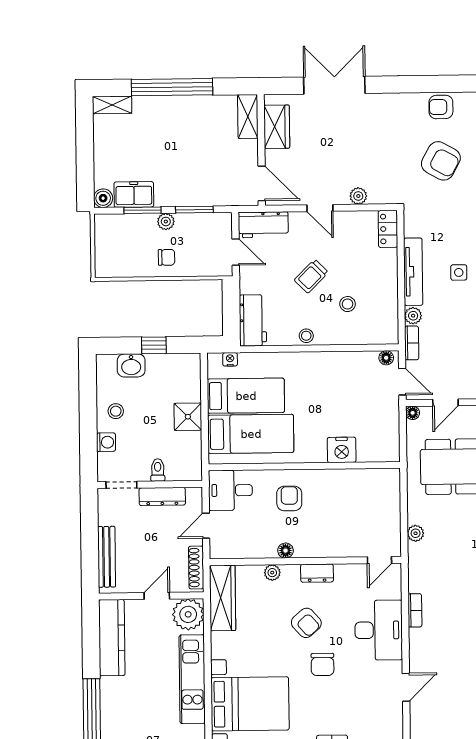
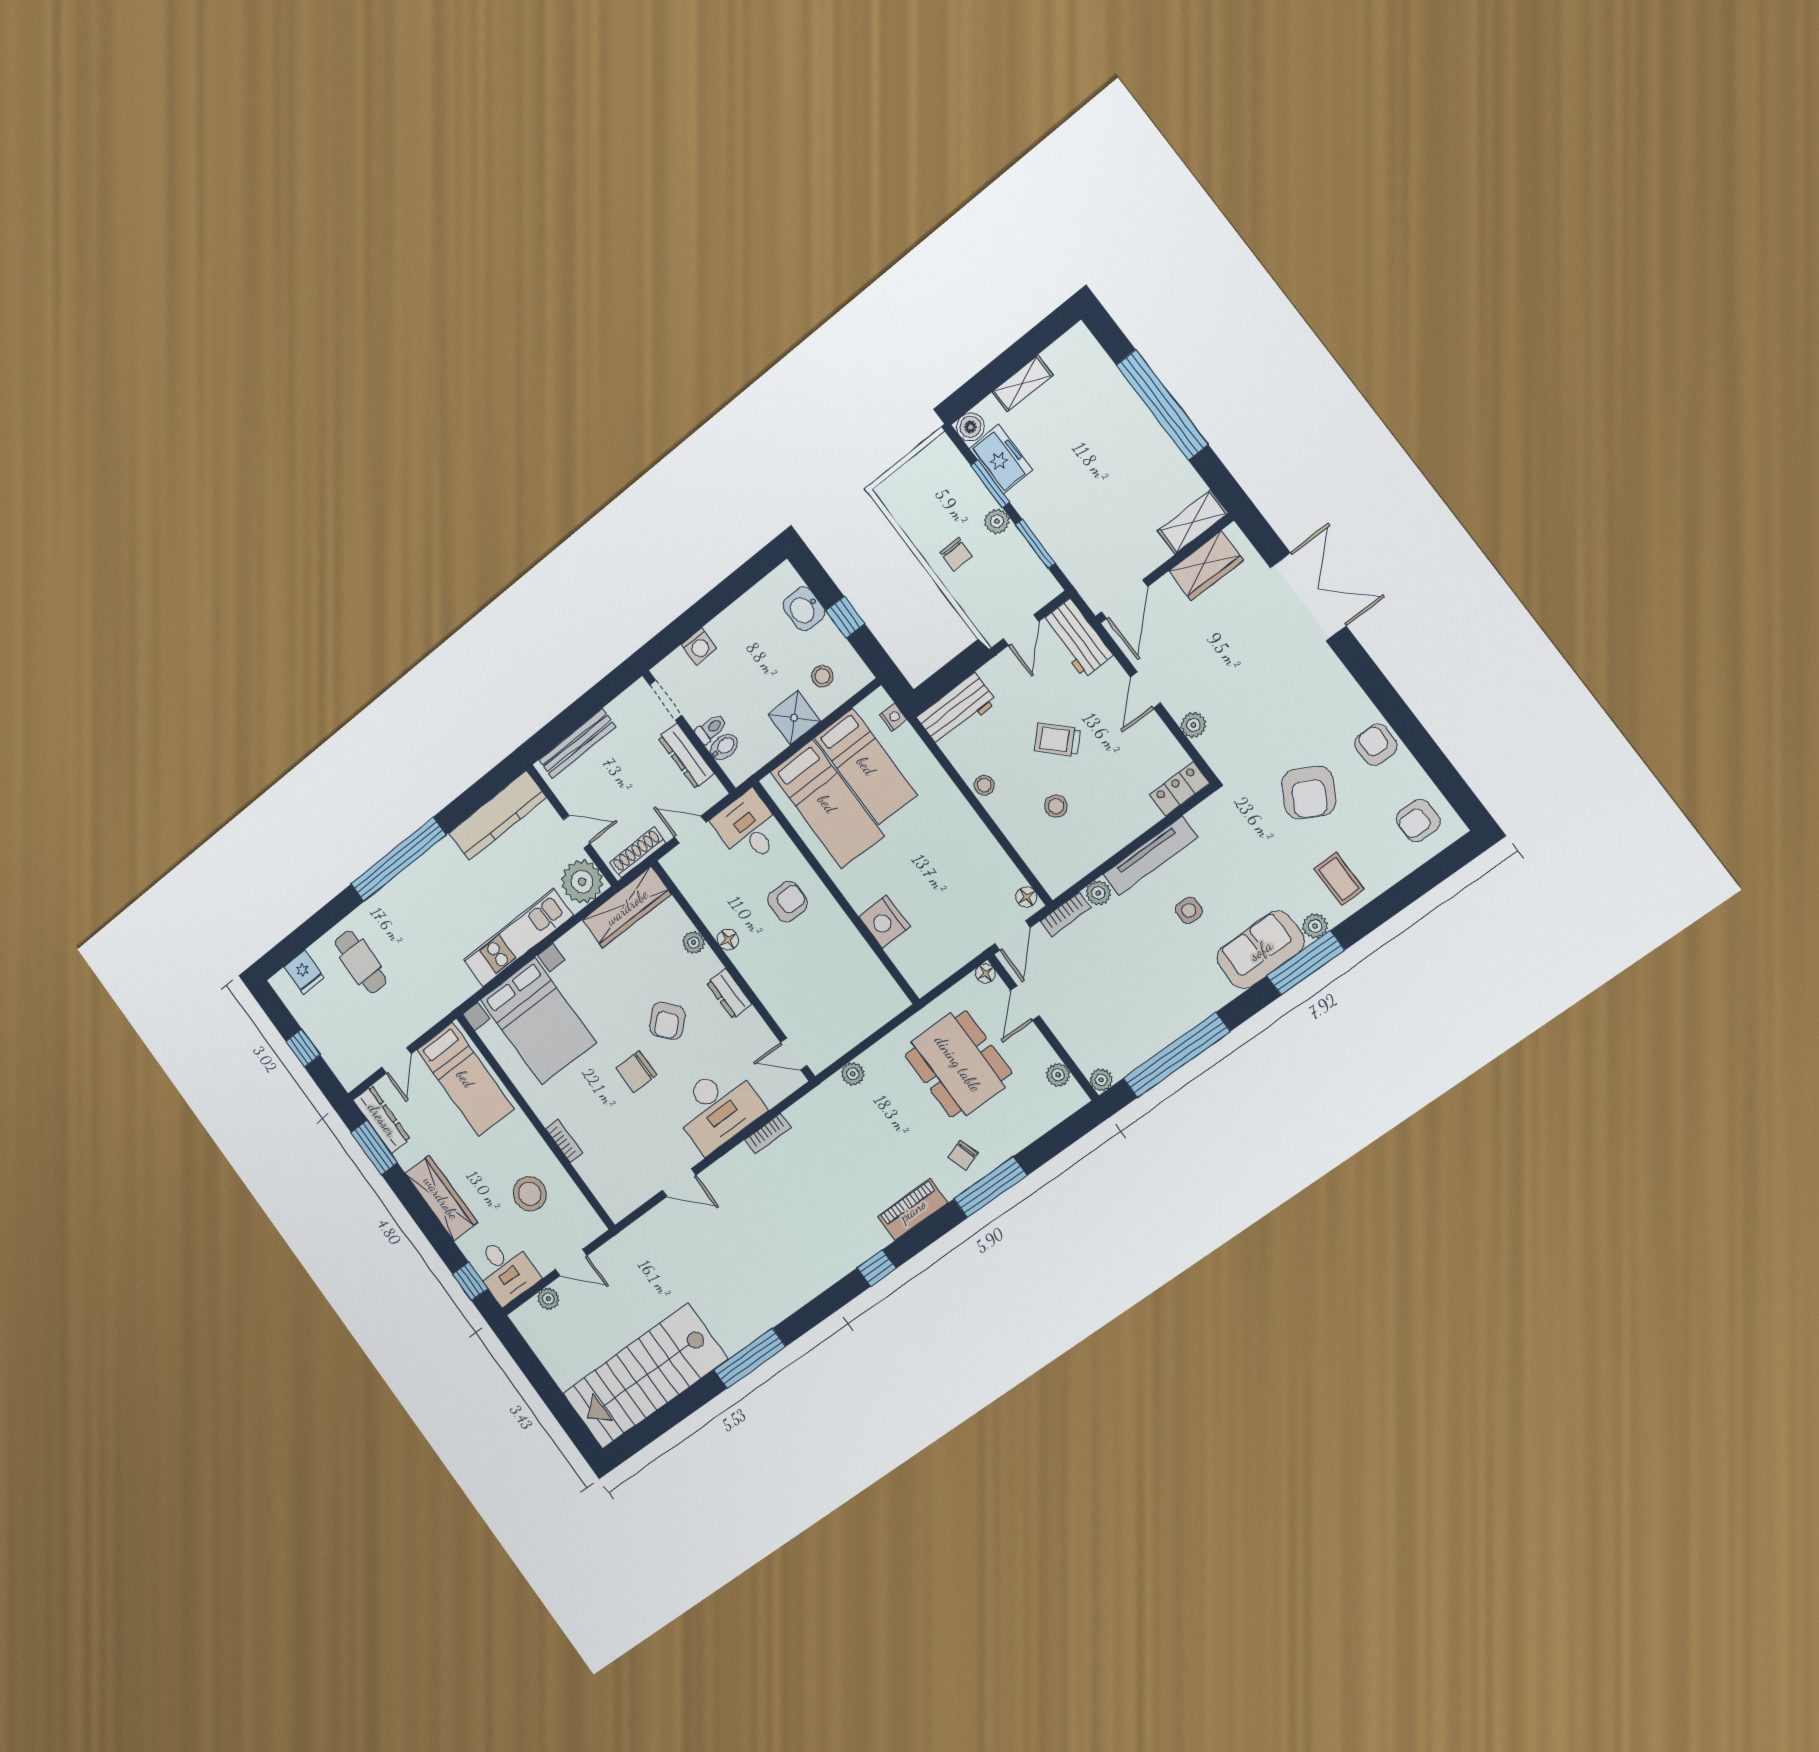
shelving: (112, 105) -> (1023, 384), moved, turned 90
door: (445, 403) -> (1025, 1003), hinge flipped
stool: (116, 411) -> (822, 676), moved
bidet: (174, 470) -> (724, 747), added

